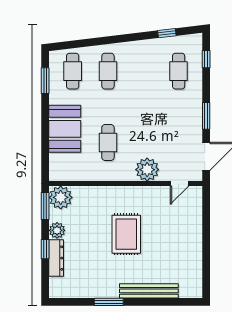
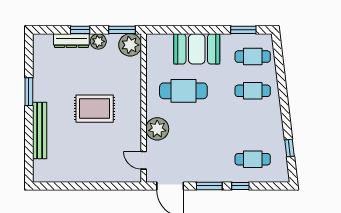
window: (206, 59) -> (240, 186), moved
cafe table: (108, 143) -> (183, 91), width x1.37, depth x1.35

